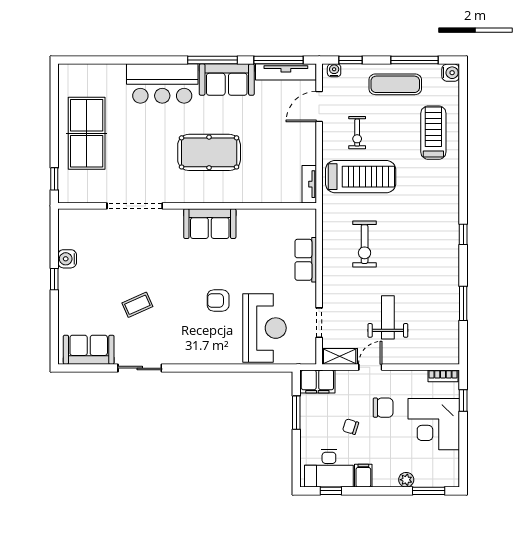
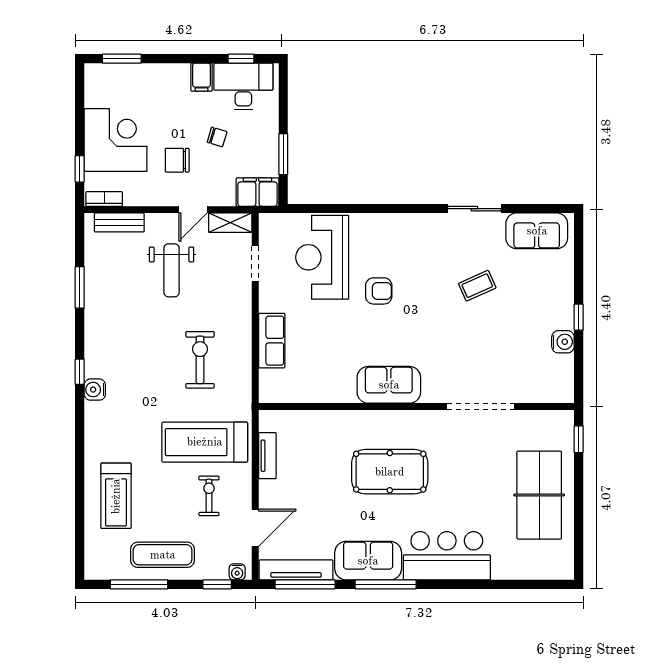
water cooler: (451, 73) -> (95, 390), moved
tv unit: (309, 184) -> (267, 456), moved
bench: (431, 357) -> (119, 222), added
plant: (406, 480) -> (149, 72), removed

